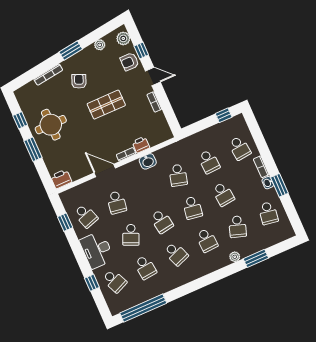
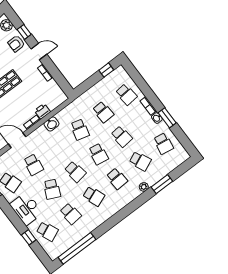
school desk: (238, 227) -> (140, 161), turned -42

